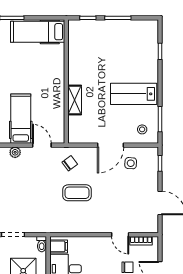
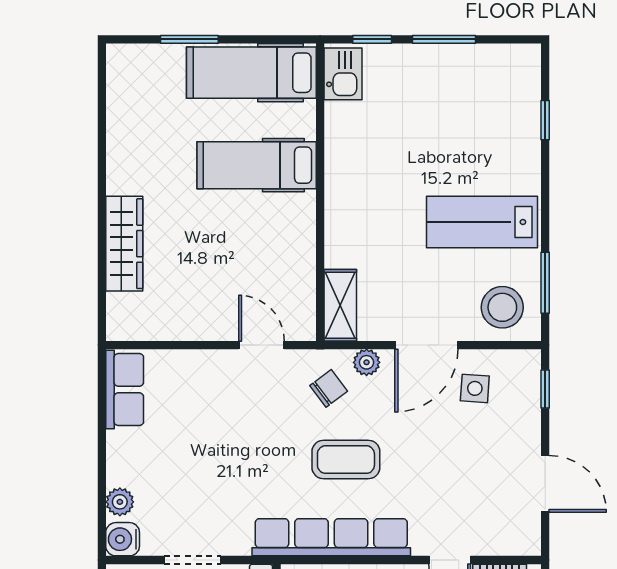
kitchen sink: (76, 32) -> (343, 74), added
shelving: (75, 100) -> (340, 305), moved
hospital bed: (21, 119) -> (257, 165), moved, turned -90
stool: (142, 129) -> (502, 307), width x1.89, depth x1.89
plant: (15, 152) -> (367, 362), moved
row of seats: (71, 225) -> (331, 537), added

